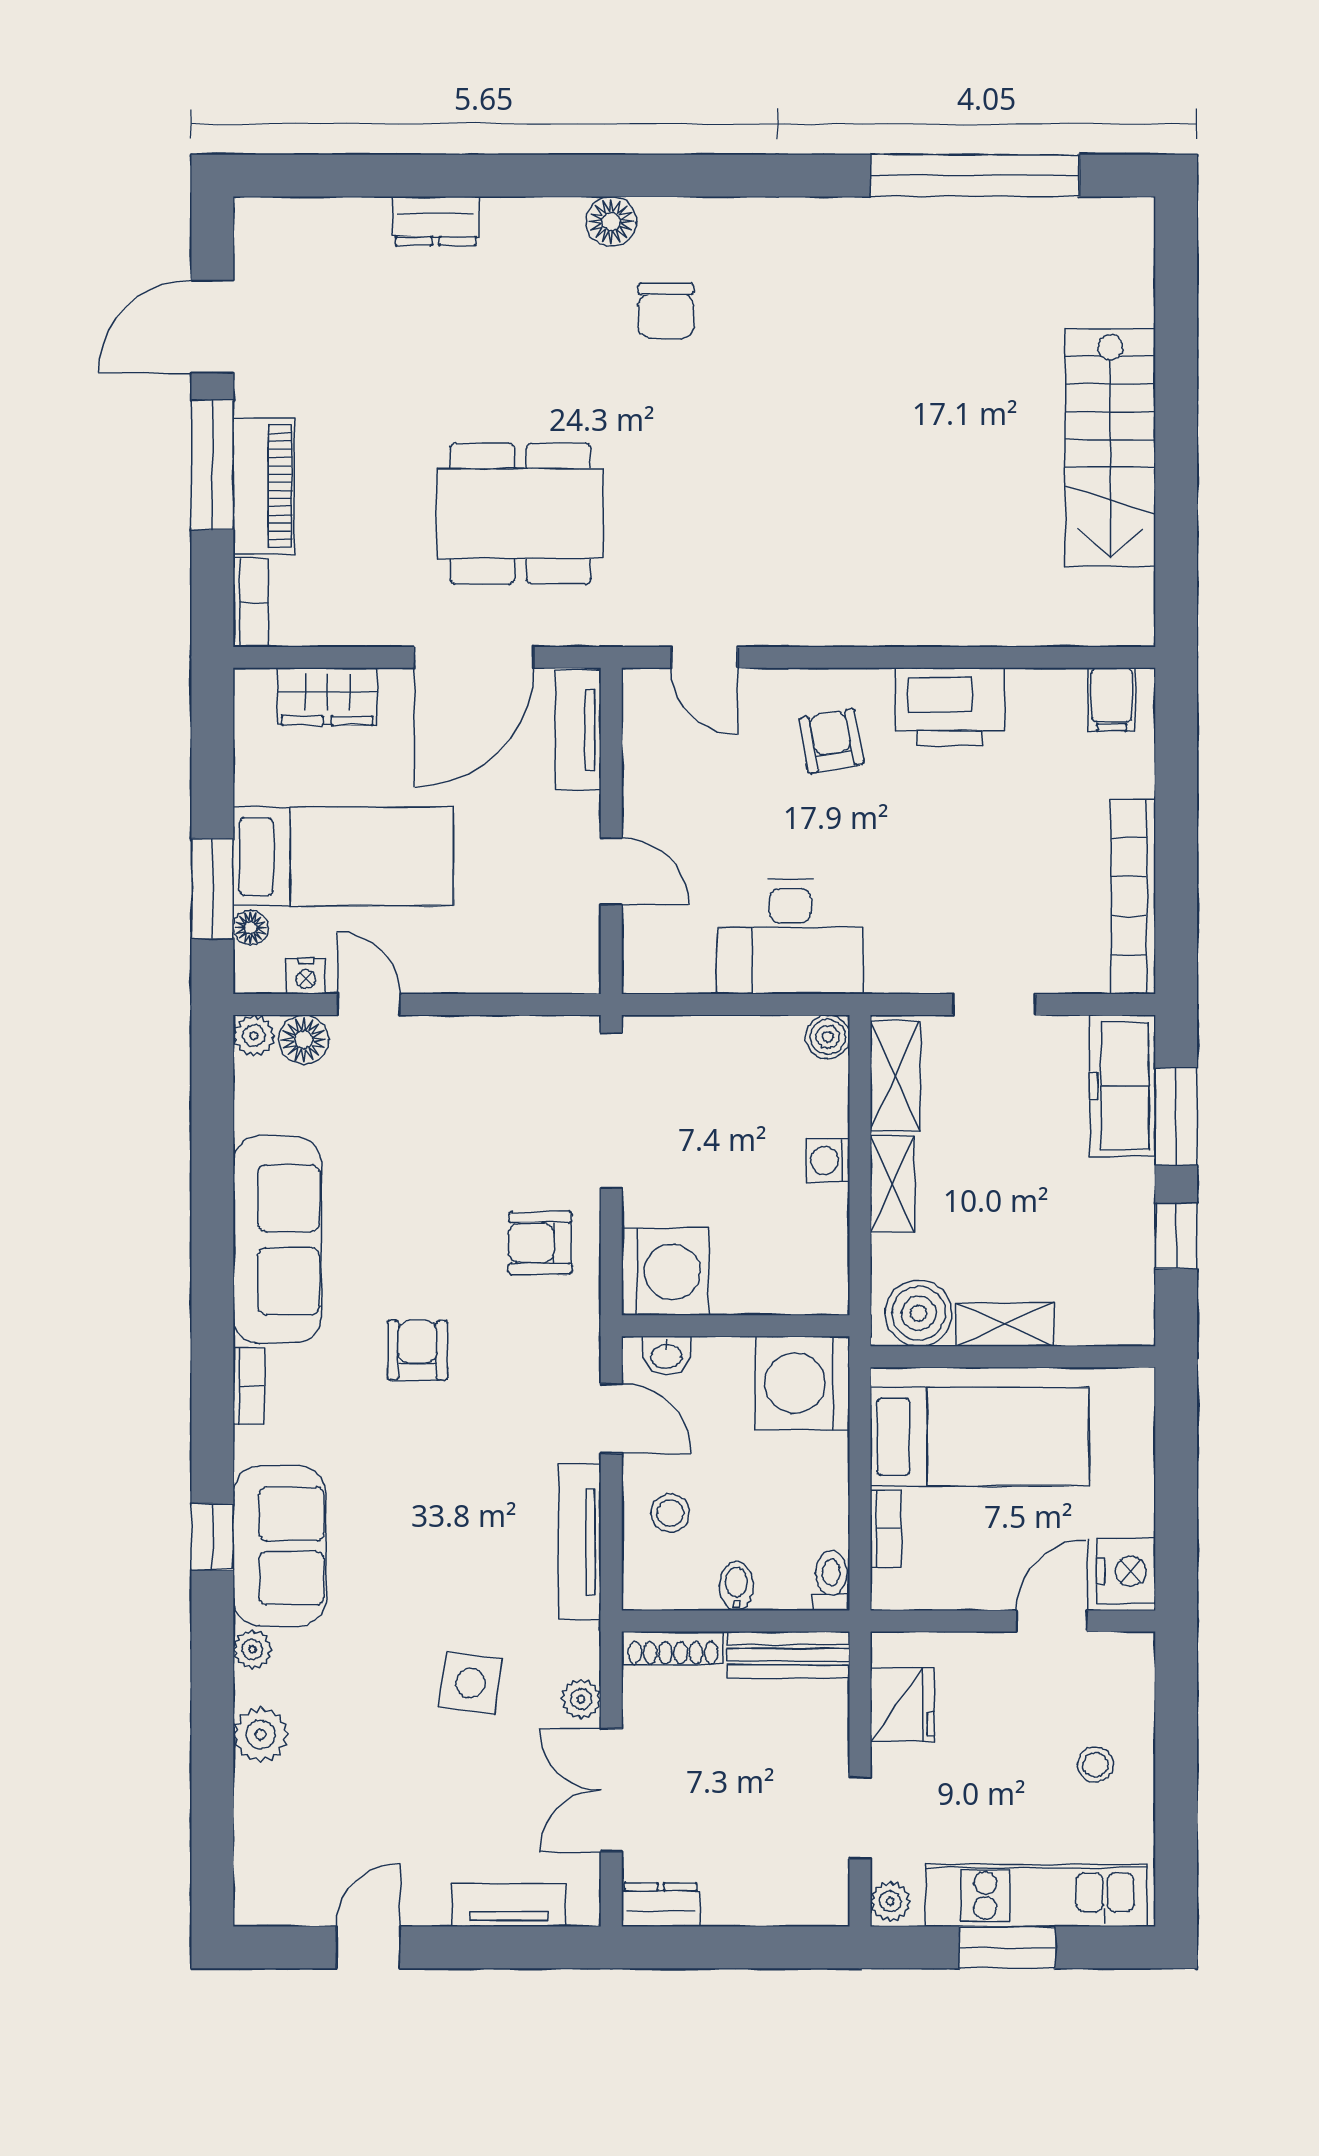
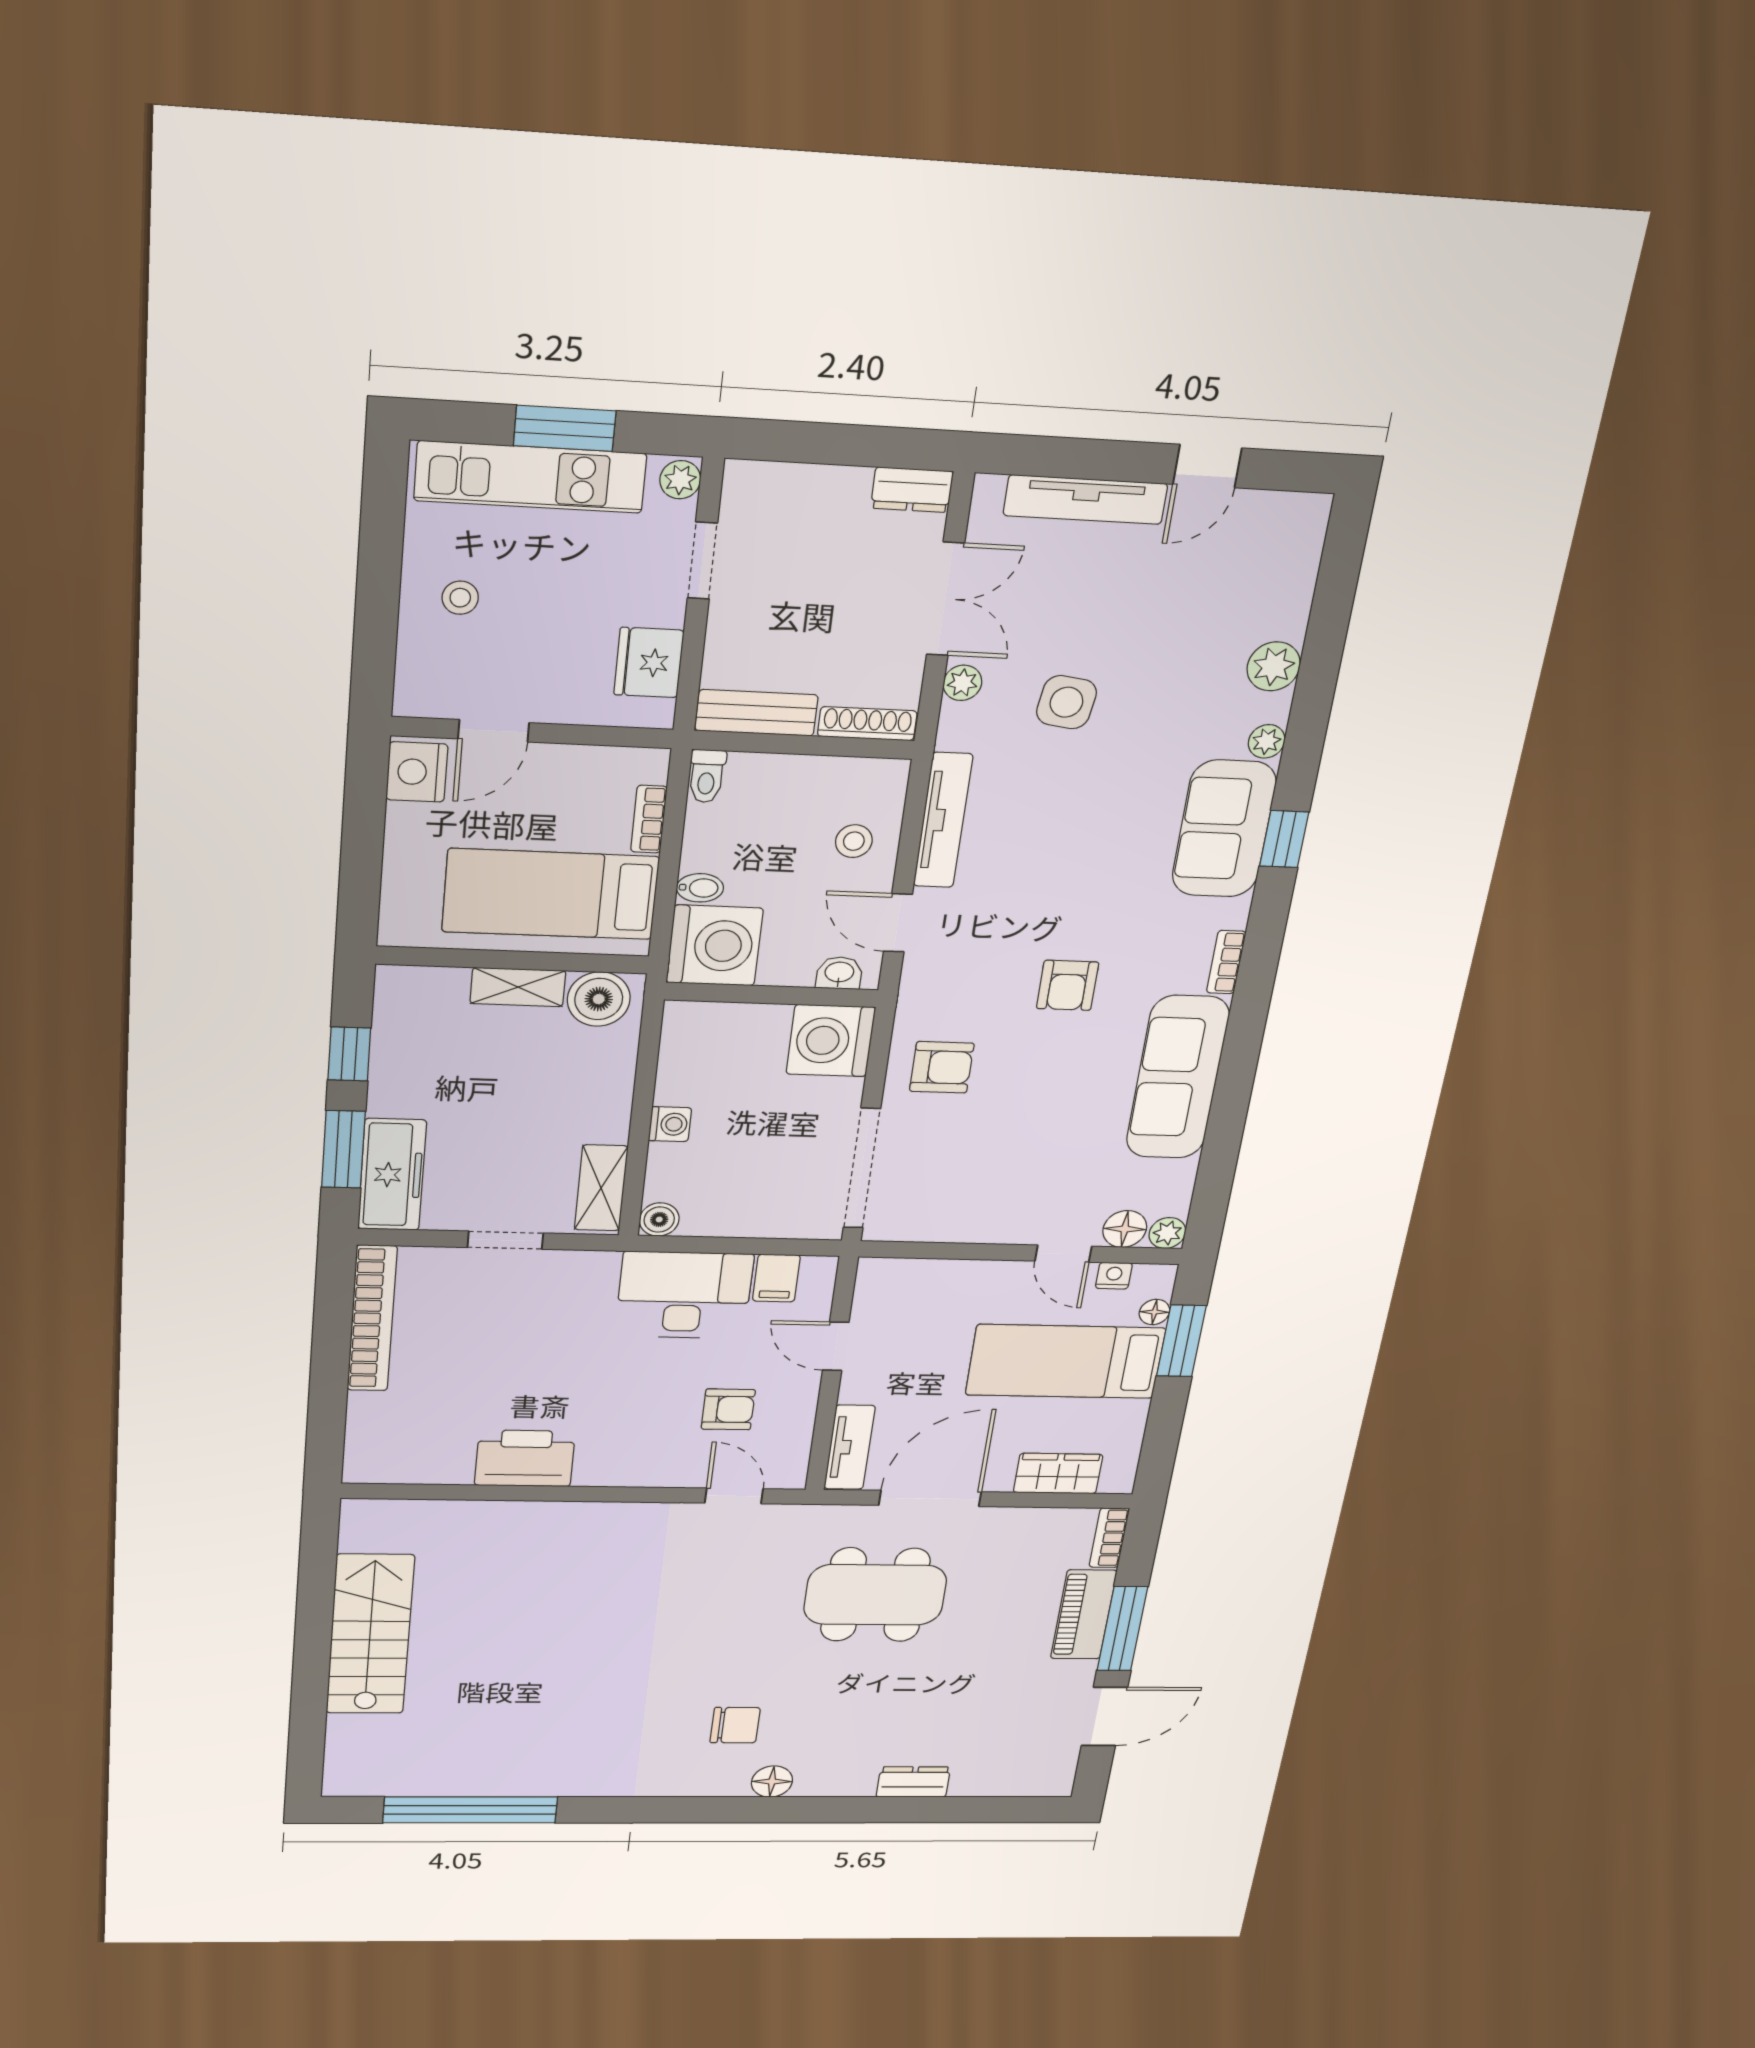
chair: (666, 311) -> (735, 1725), turned 90
filing cabinet: (1112, 699) -> (776, 1278), moved, turned 180
armchair: (832, 741) -> (728, 1409), moved, turned -80
shelving: (892, 1184) -> (613, 1104), removed
bidet: (736, 1586) -> (700, 888), moved, turned -90
tv unit: (509, 1905) -> (1085, 500), width x1.41

